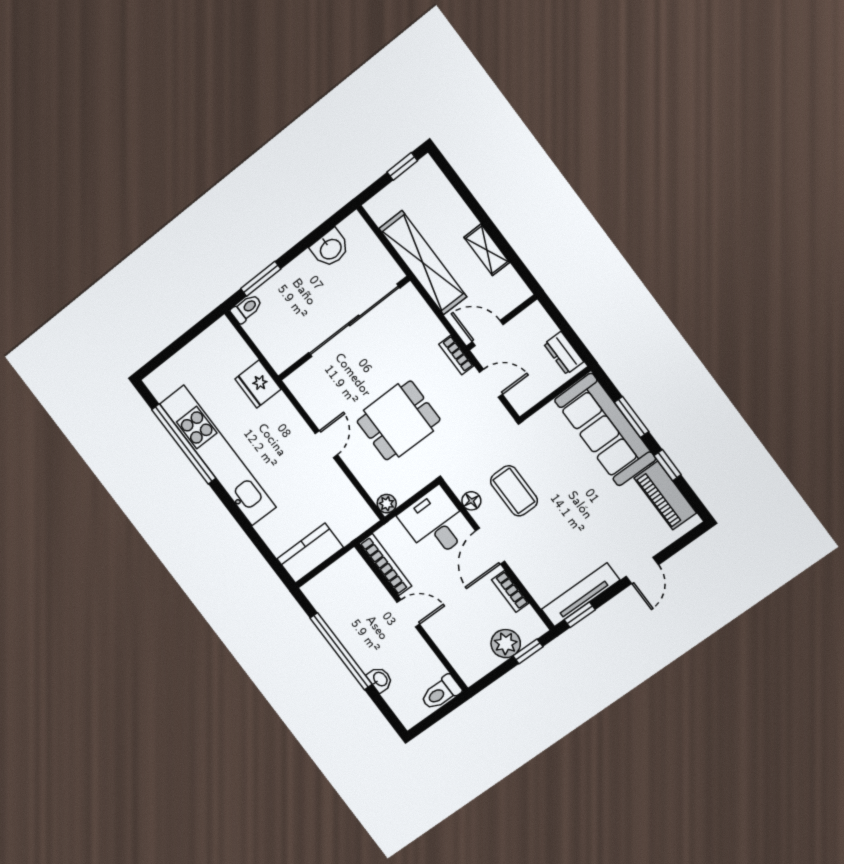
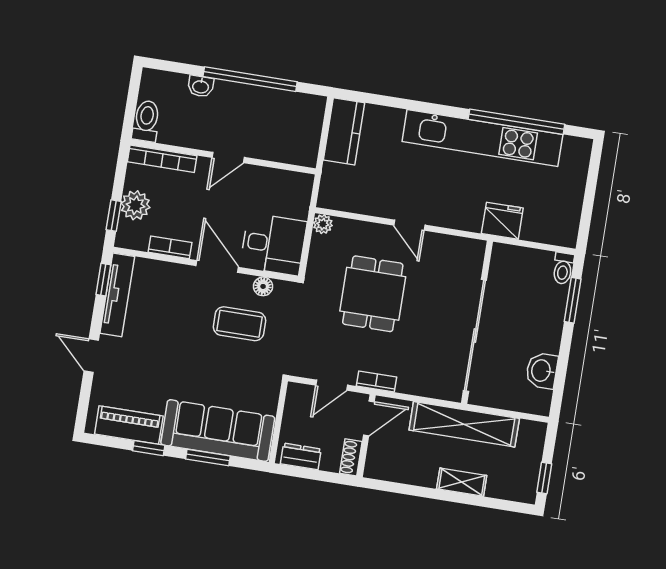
shelving: (487, 250) -> (462, 482), moved
shoe rack: (528, 317) -> (351, 457), added
bookcase: (385, 565) -> (162, 159), moved

